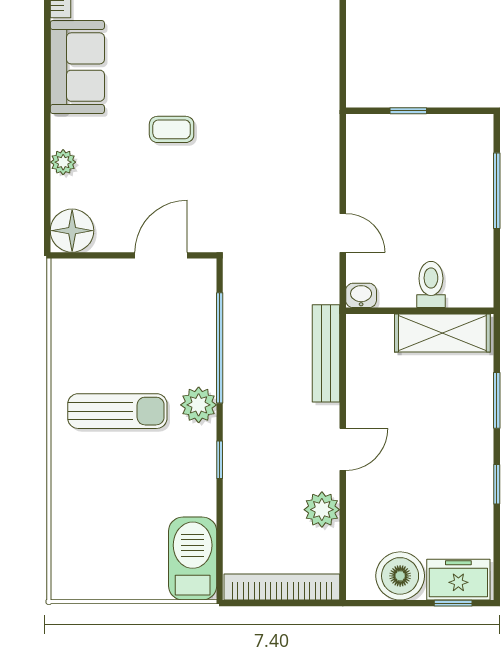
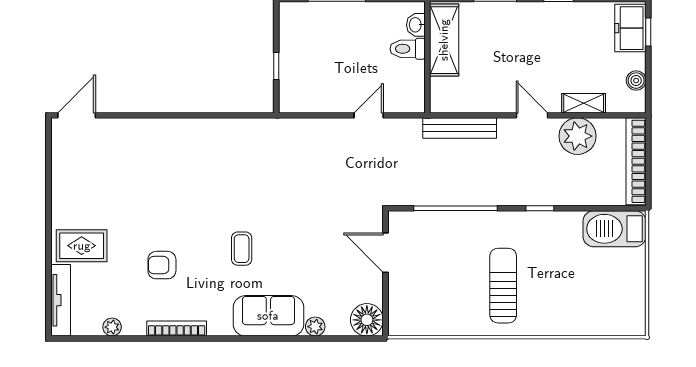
sofa: (77, 67) -> (268, 316), moved
coffee table: (172, 129) -> (242, 249), moved
washbasin: (361, 295) -> (416, 25), moved
plant: (199, 405) -> (498, 224), removed
plant: (322, 510) -> (578, 136), width x1.36, depth x1.36
shelving: (359, 518) -> (584, 103), added
boiler: (400, 576) -> (636, 81), width x0.54, depth x0.54

